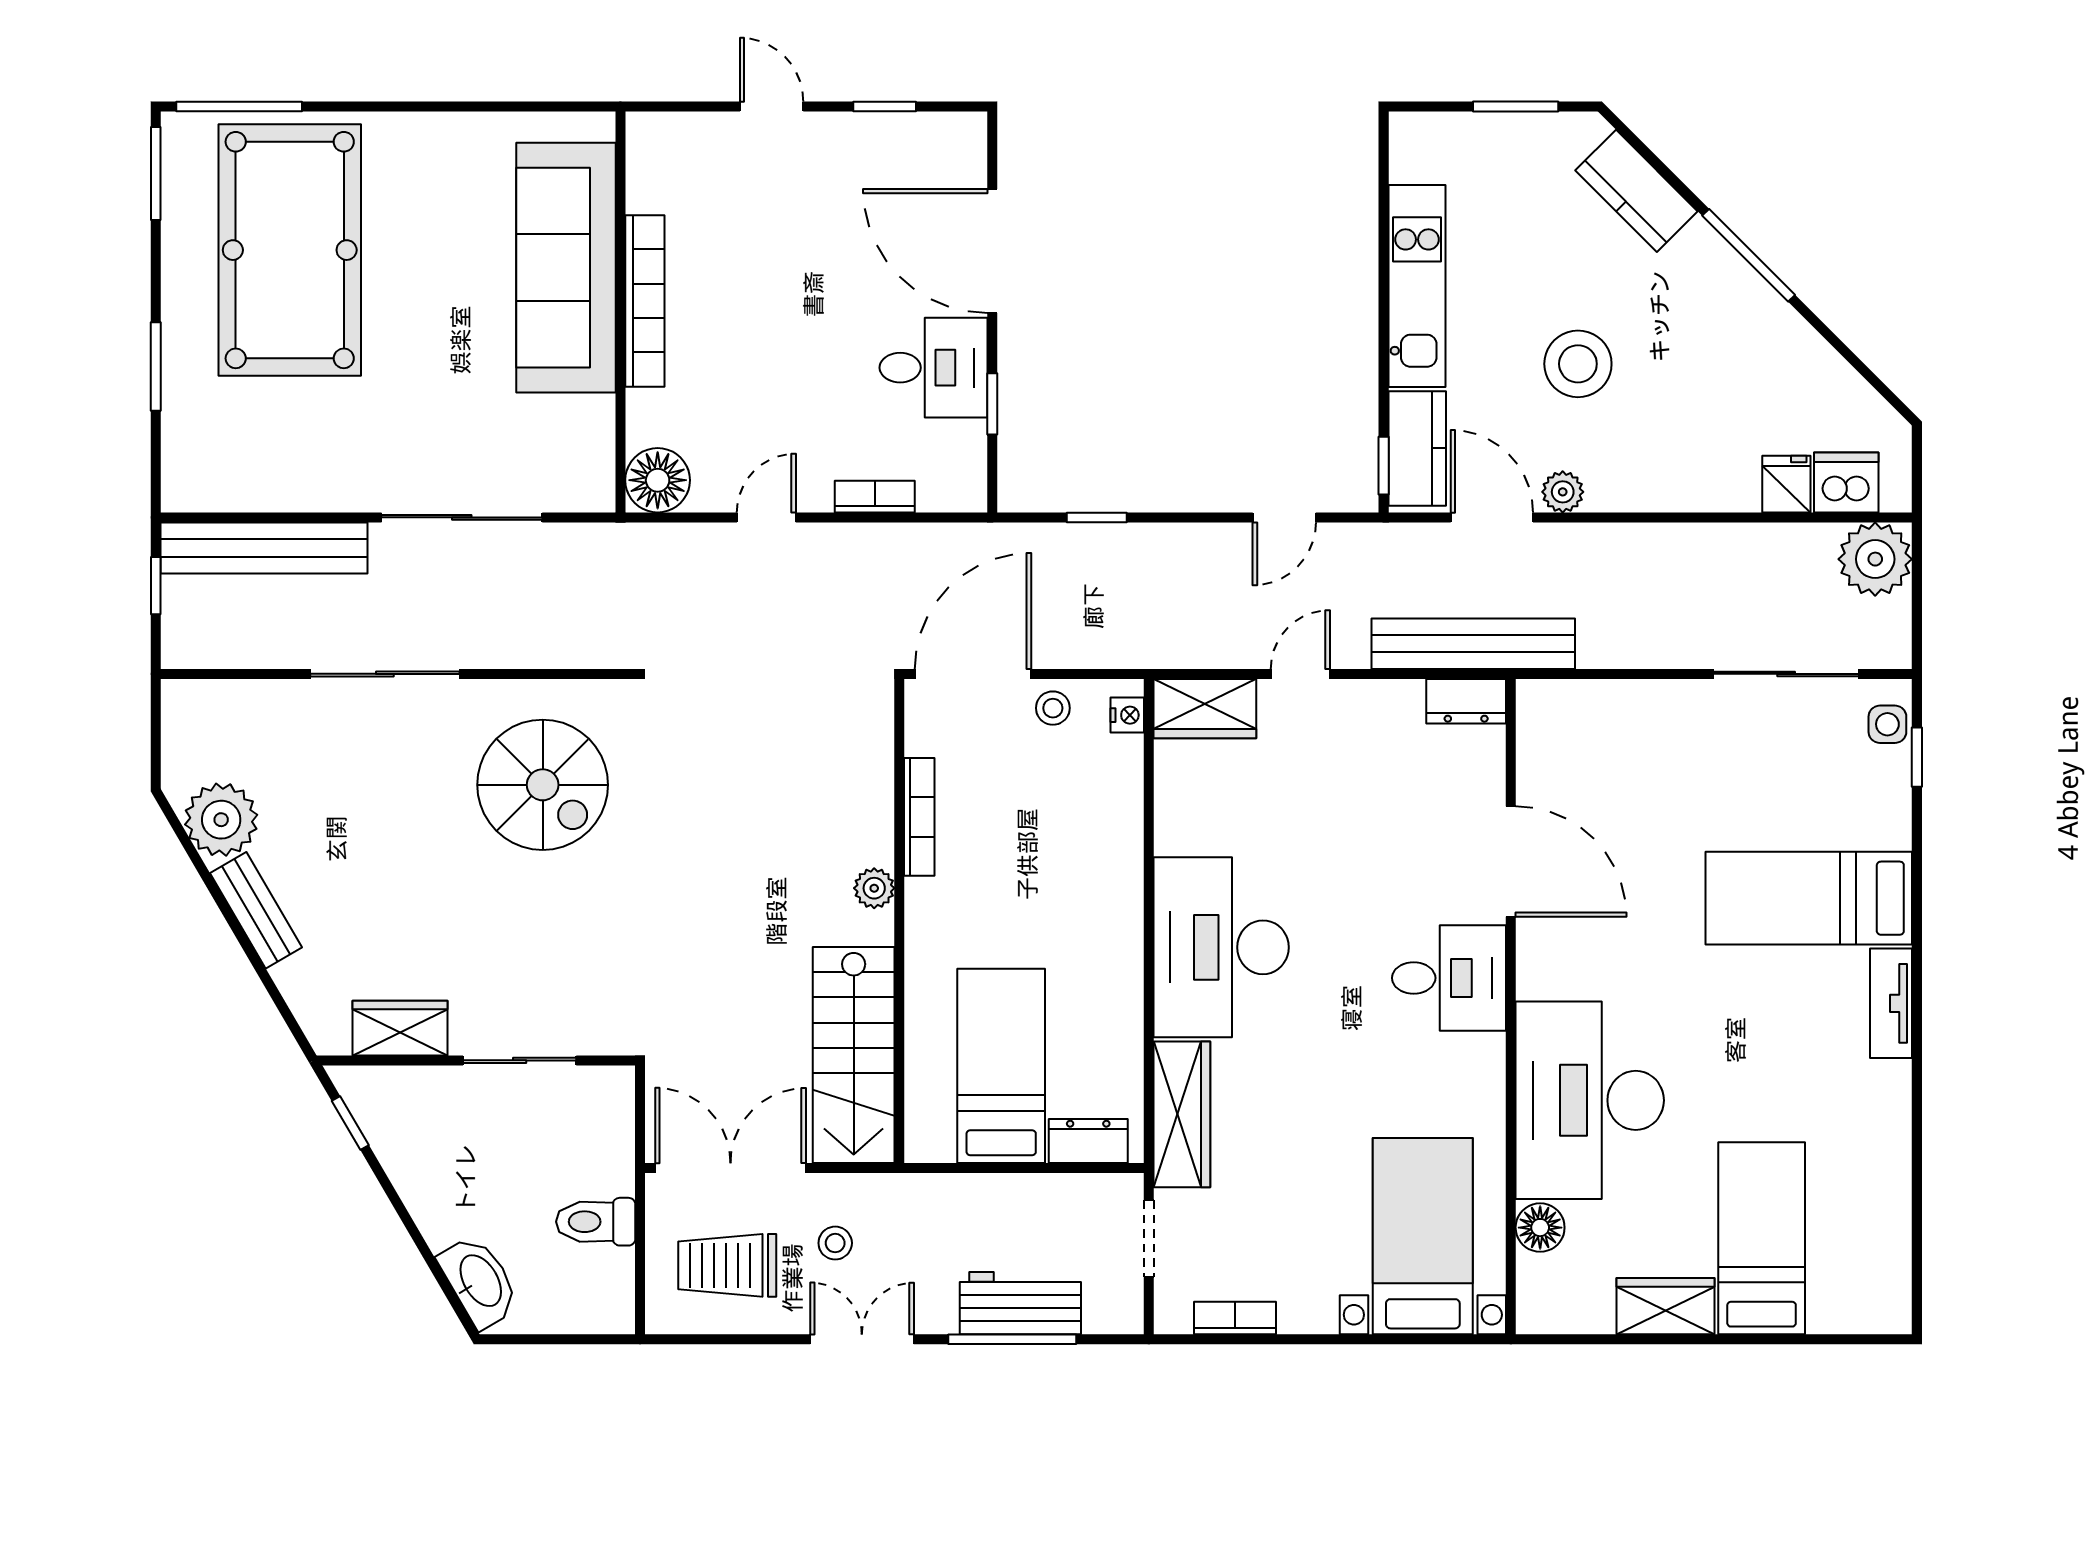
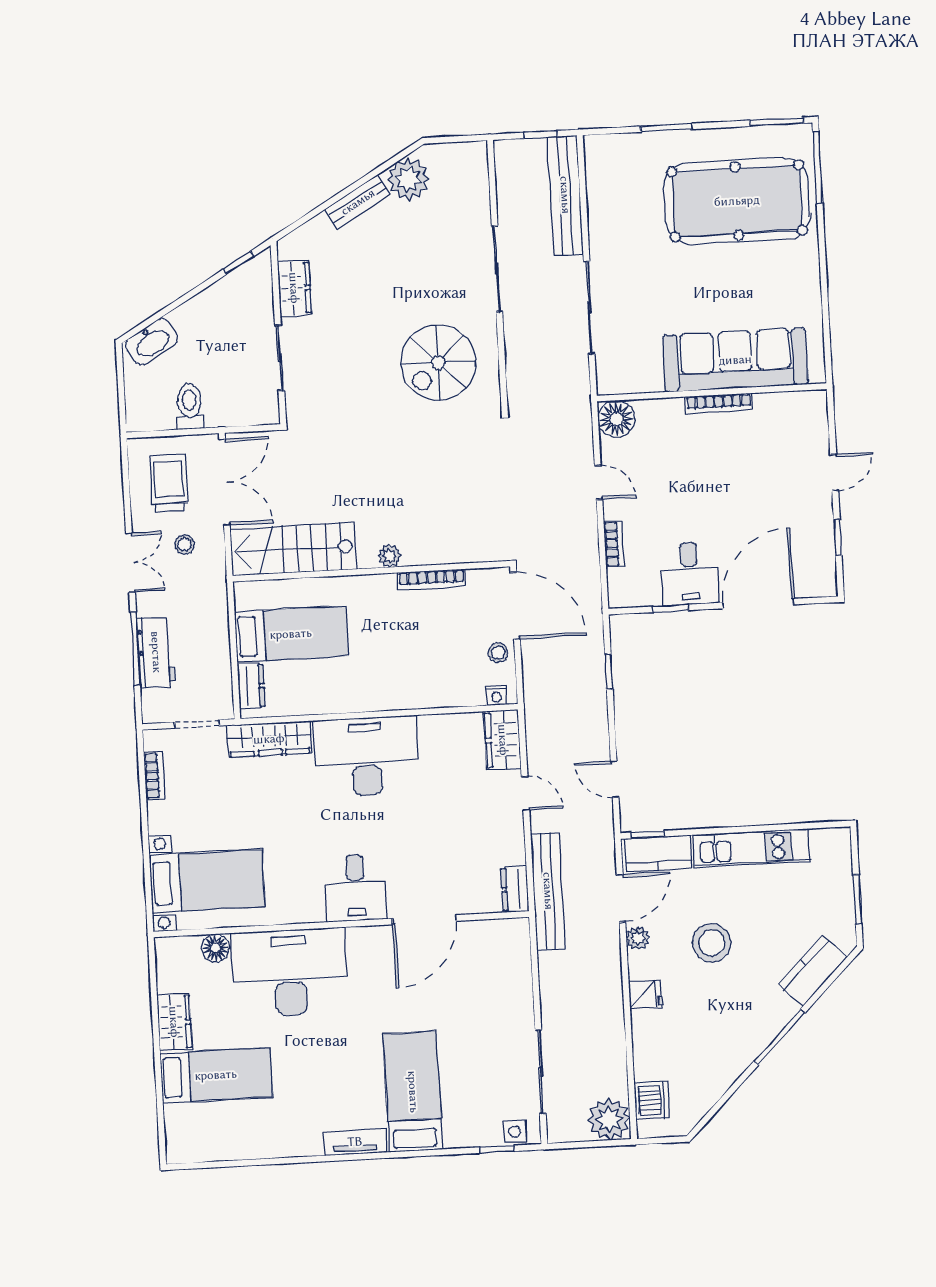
bookcase: (645, 301) -> (719, 403), width x0.68, depth x0.76
fridge: (1786, 484) -> (645, 994), moved

